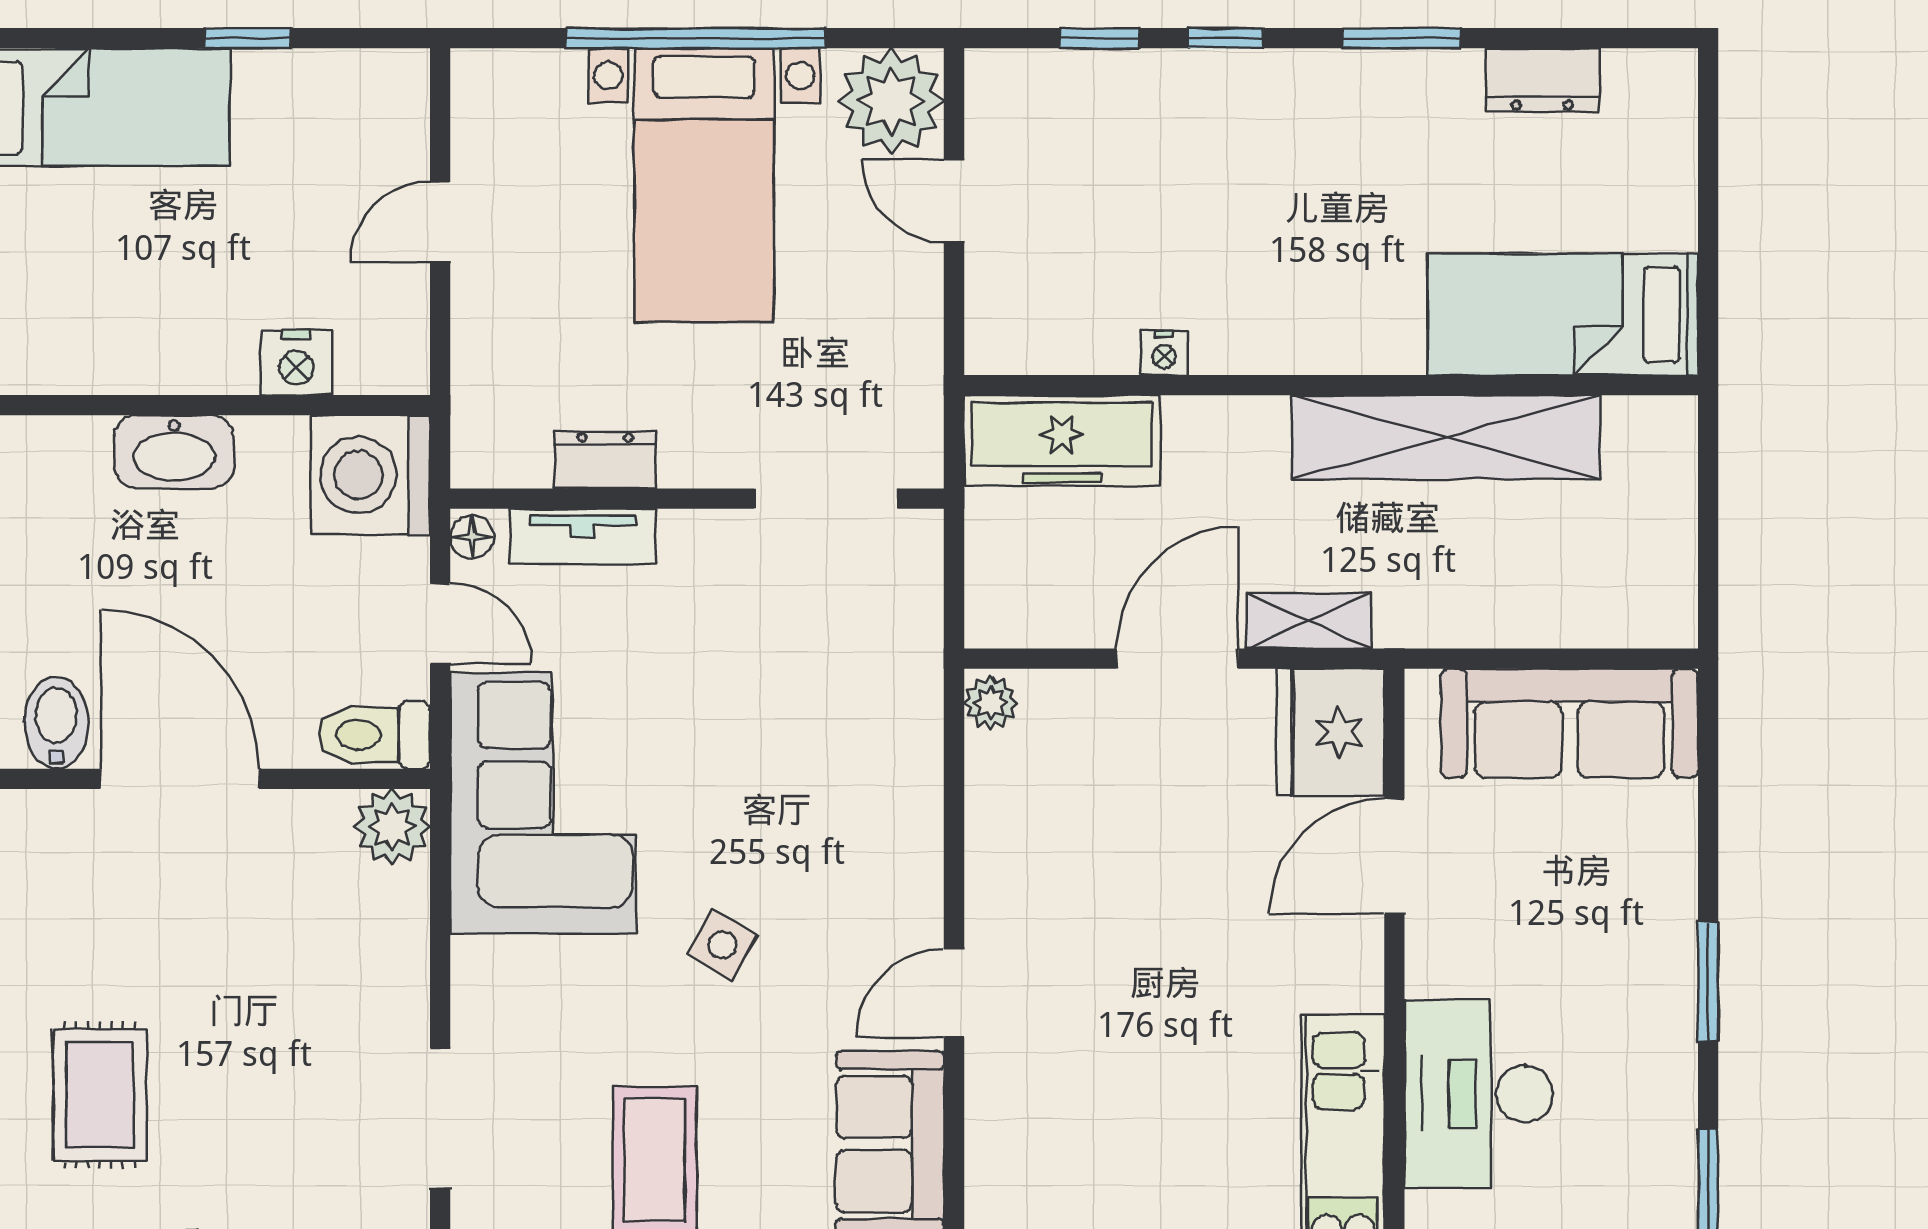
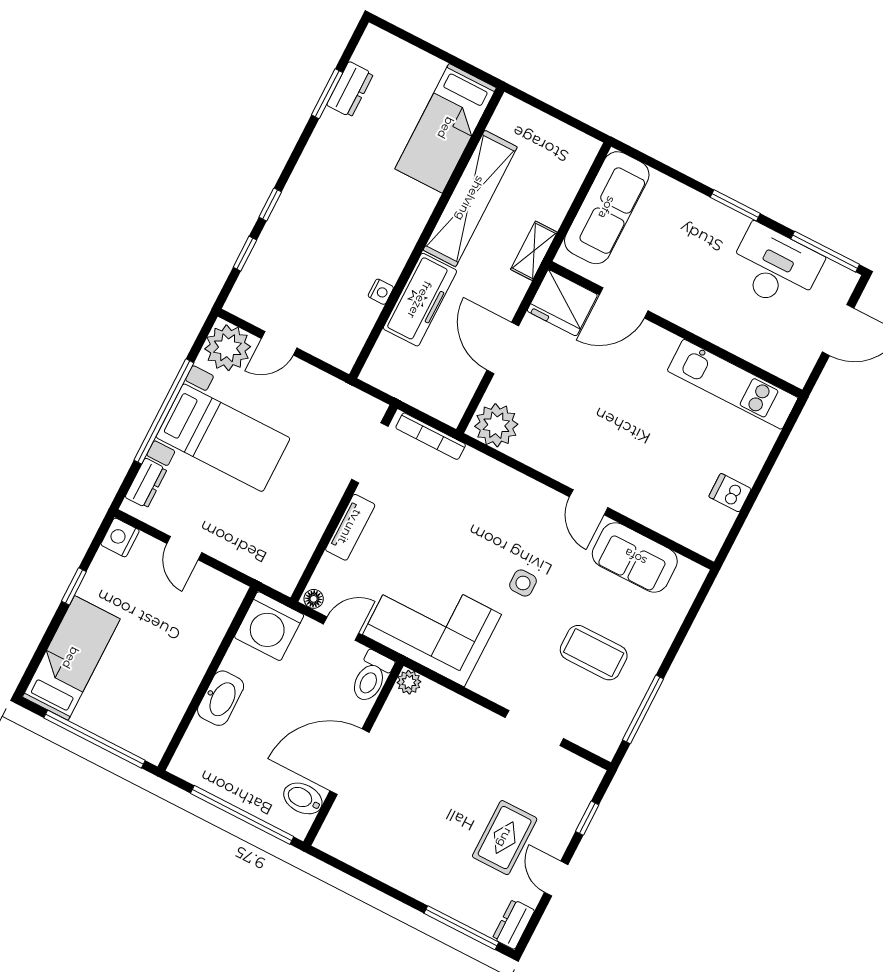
window: (1401, 38) -> (327, 94), moved
nightstand: (296, 363) -> (120, 537), moved, turned 180
freezer: (1062, 441) -> (420, 300), moved
dresser: (605, 460) -> (146, 483), moved, turned 180
tv unit: (582, 536) -> (350, 527), moved
bookcase: (923, 604) -> (431, 436), added
shelving: (1309, 621) -> (534, 251), moved
plant: (991, 703) -> (496, 425), width x1.88, depth x1.88
plant: (392, 827) -> (409, 682), width x0.73, depth x0.73
door: (1394, 856) -> (624, 303), hinge flipped
side table: (722, 944) -> (523, 583), turned -30
desk: (1479, 1094) -> (775, 267), moved, turned 180
rug: (100, 1095) -> (505, 838), moved, turned 90

